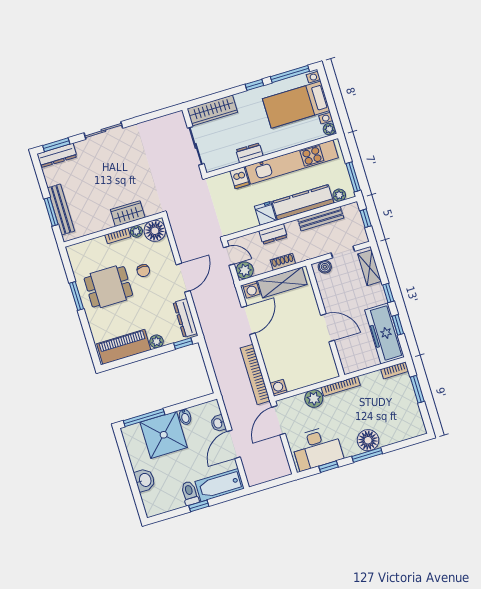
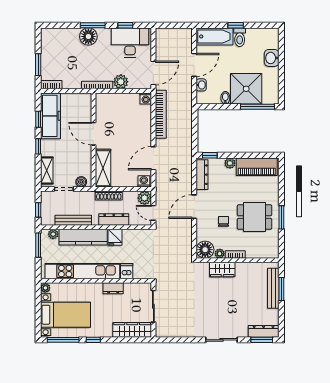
dresser: (273, 234) -> (114, 219), width x1.44
shoe rack: (283, 262) -> (109, 195), width x1.43
shelving: (282, 282) -> (103, 168), moved, turned 90

